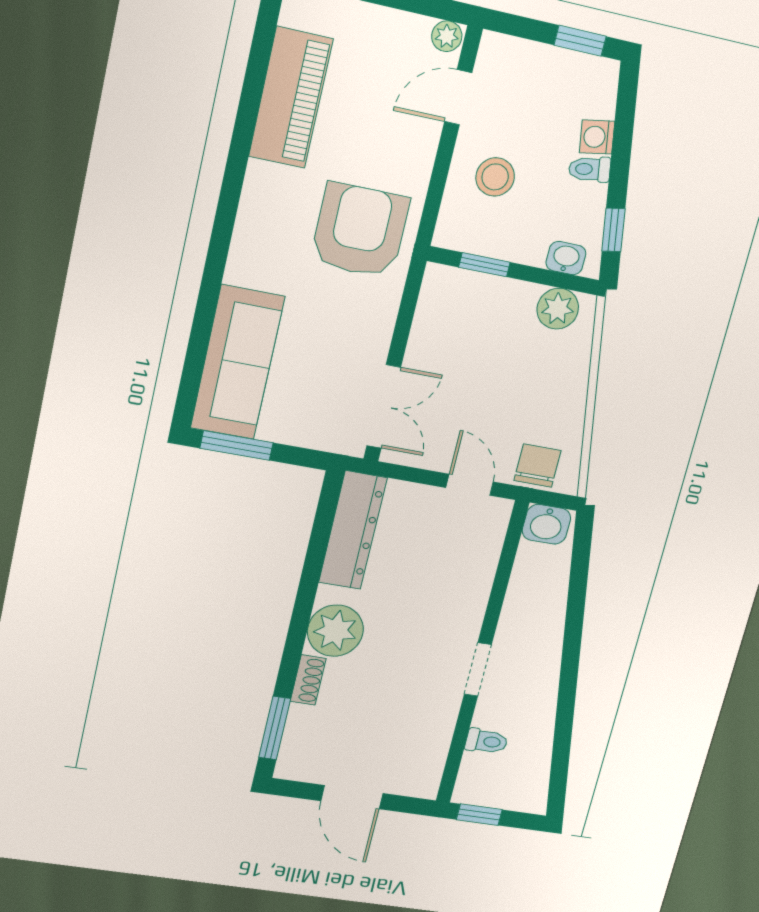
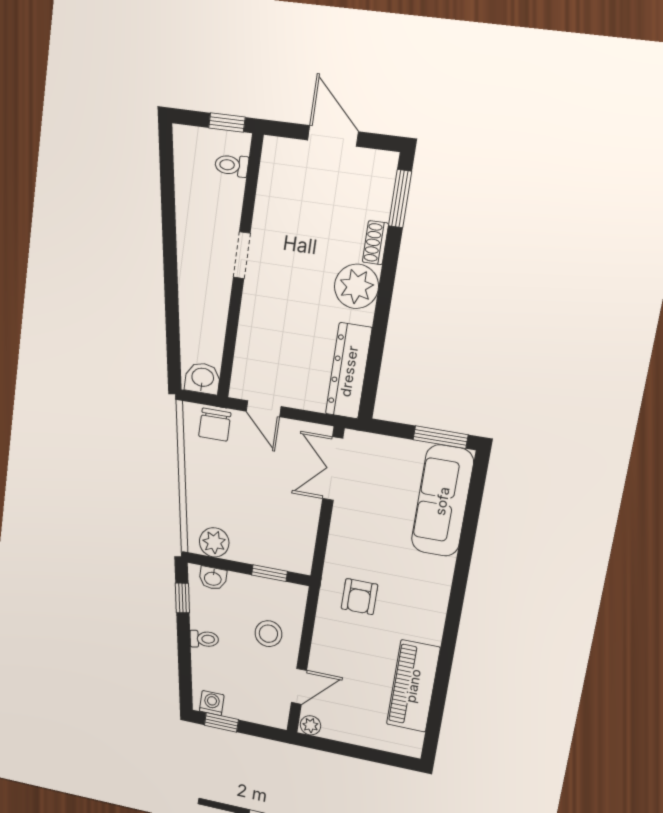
washing machine: (597, 137) -> (212, 703), moved, turned -80
armchair: (360, 230) -> (359, 597), width x0.53, depth x0.53
toilet: (486, 741) -> (232, 165), moved

